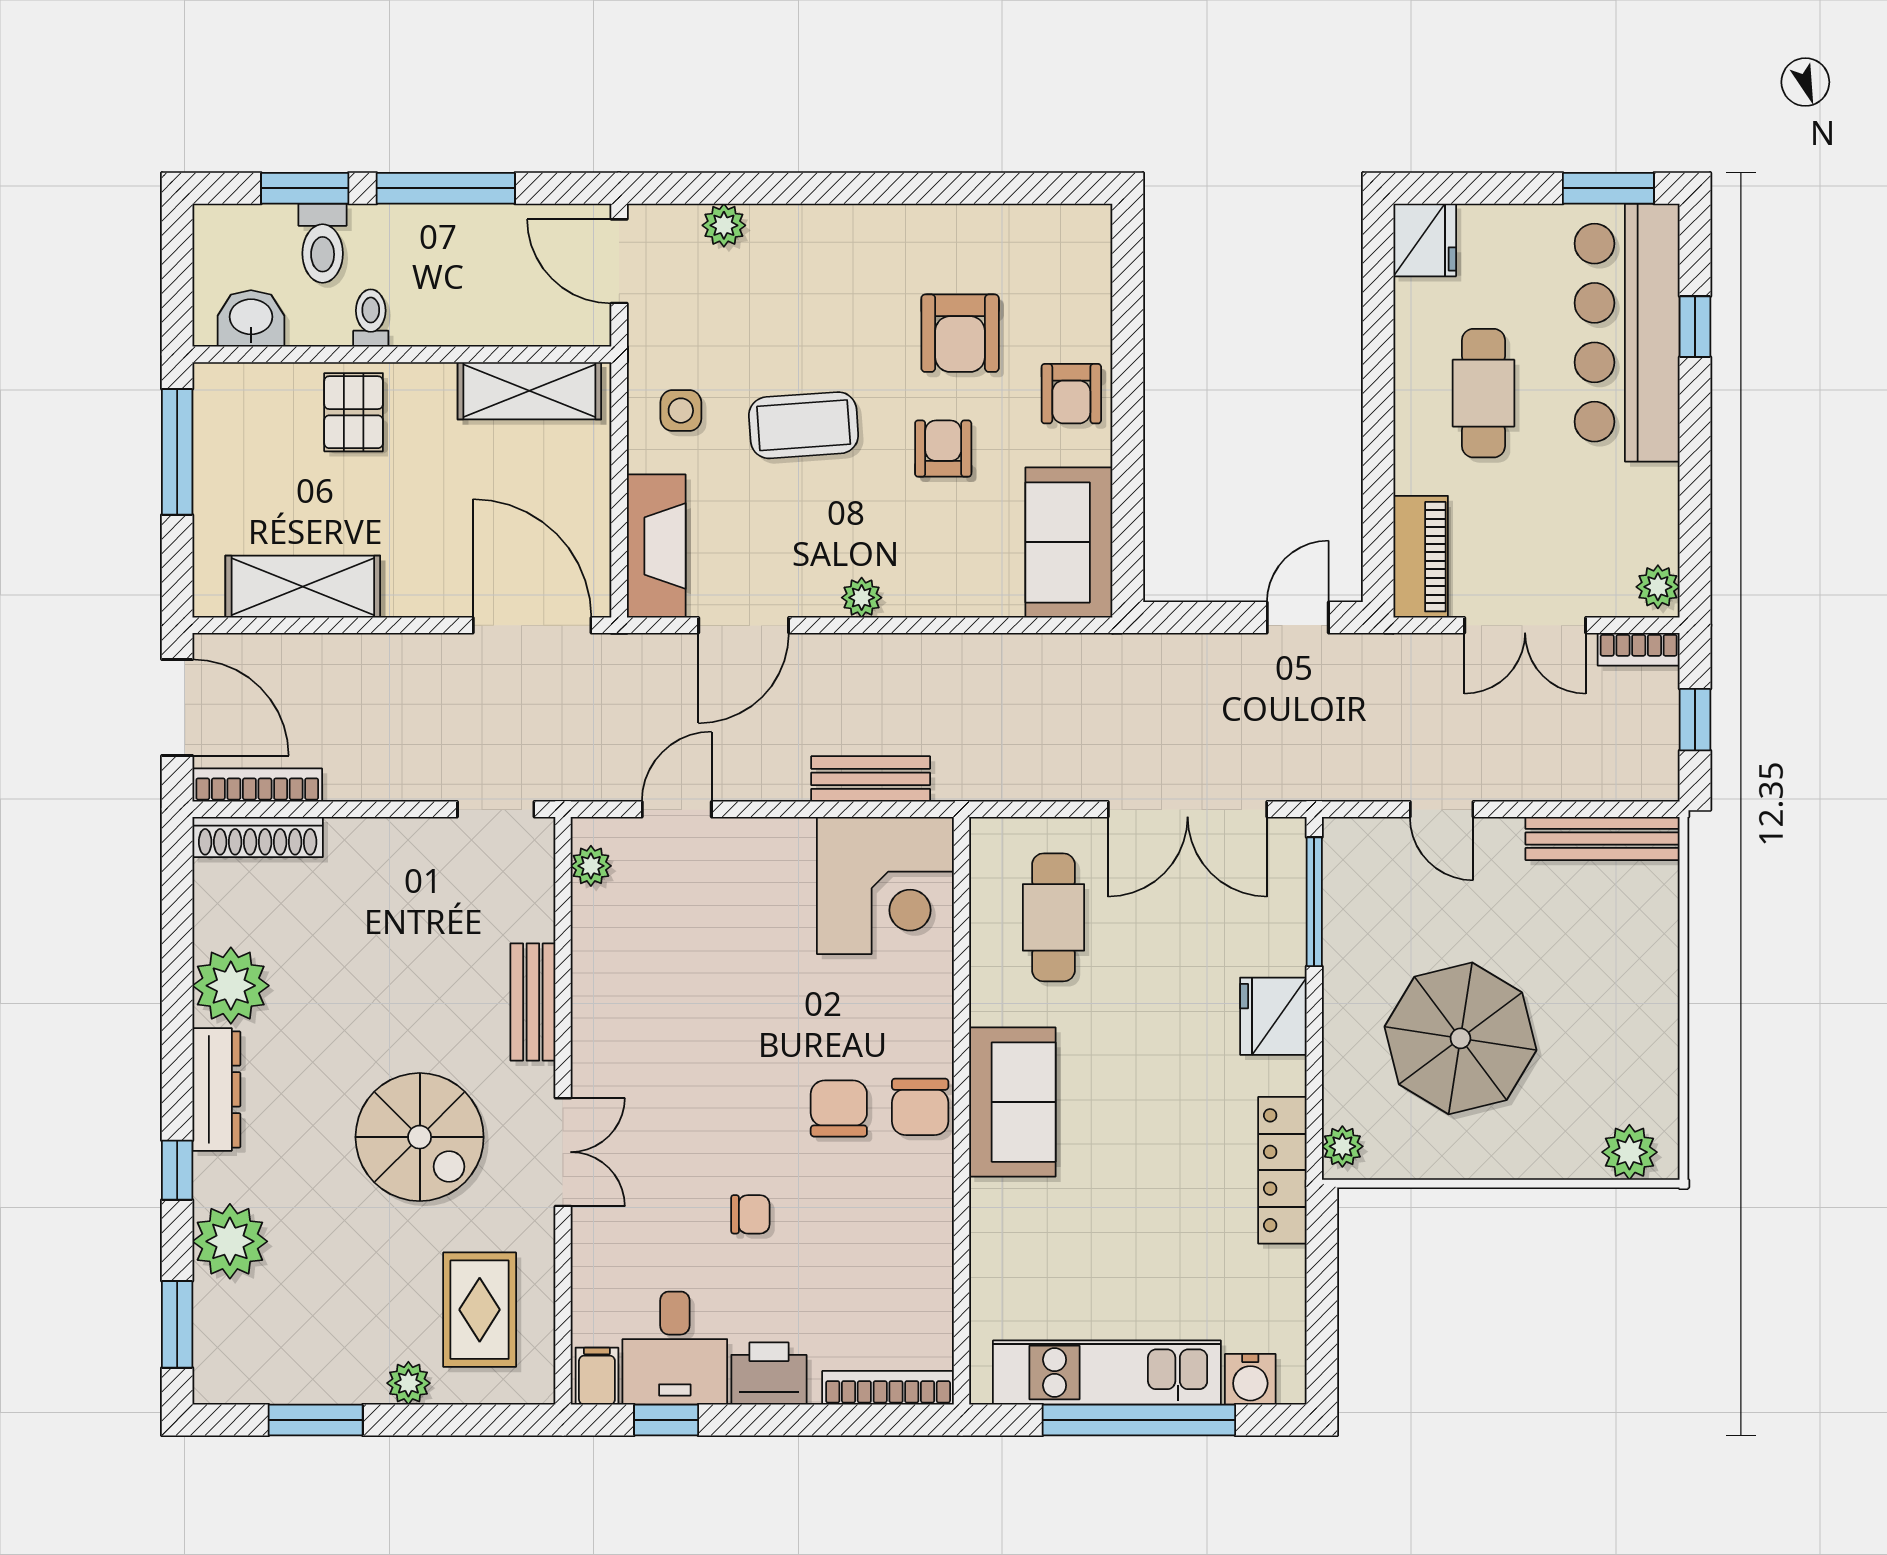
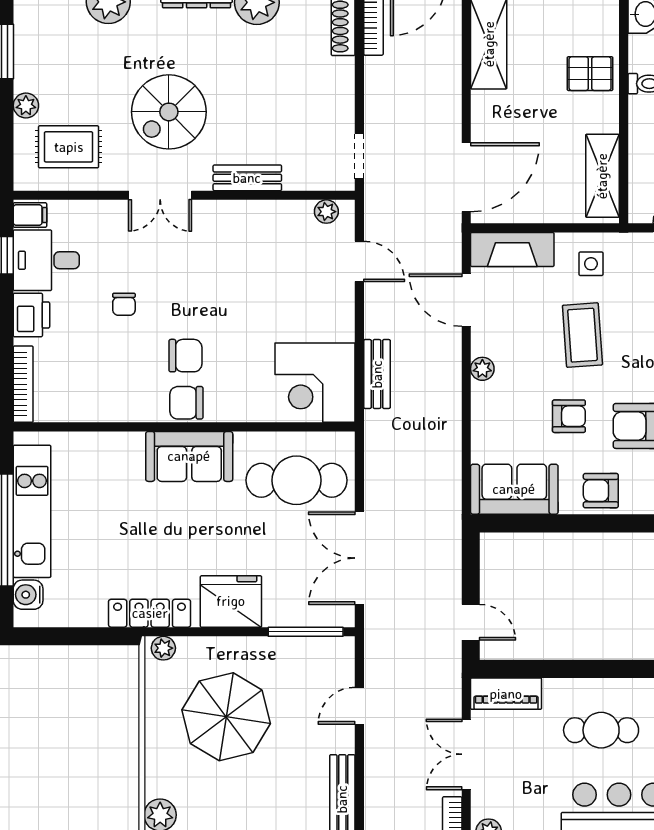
cafe table: (1053, 917) -> (296, 480), width x1.37, depth x1.35
fridge: (1273, 1016) -> (231, 601), width x1.36, depth x1.34

